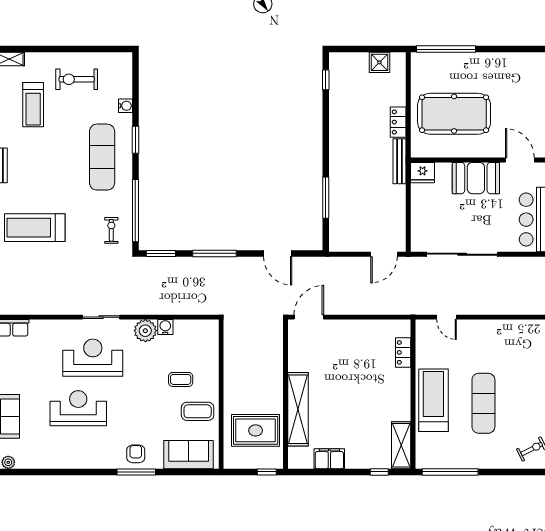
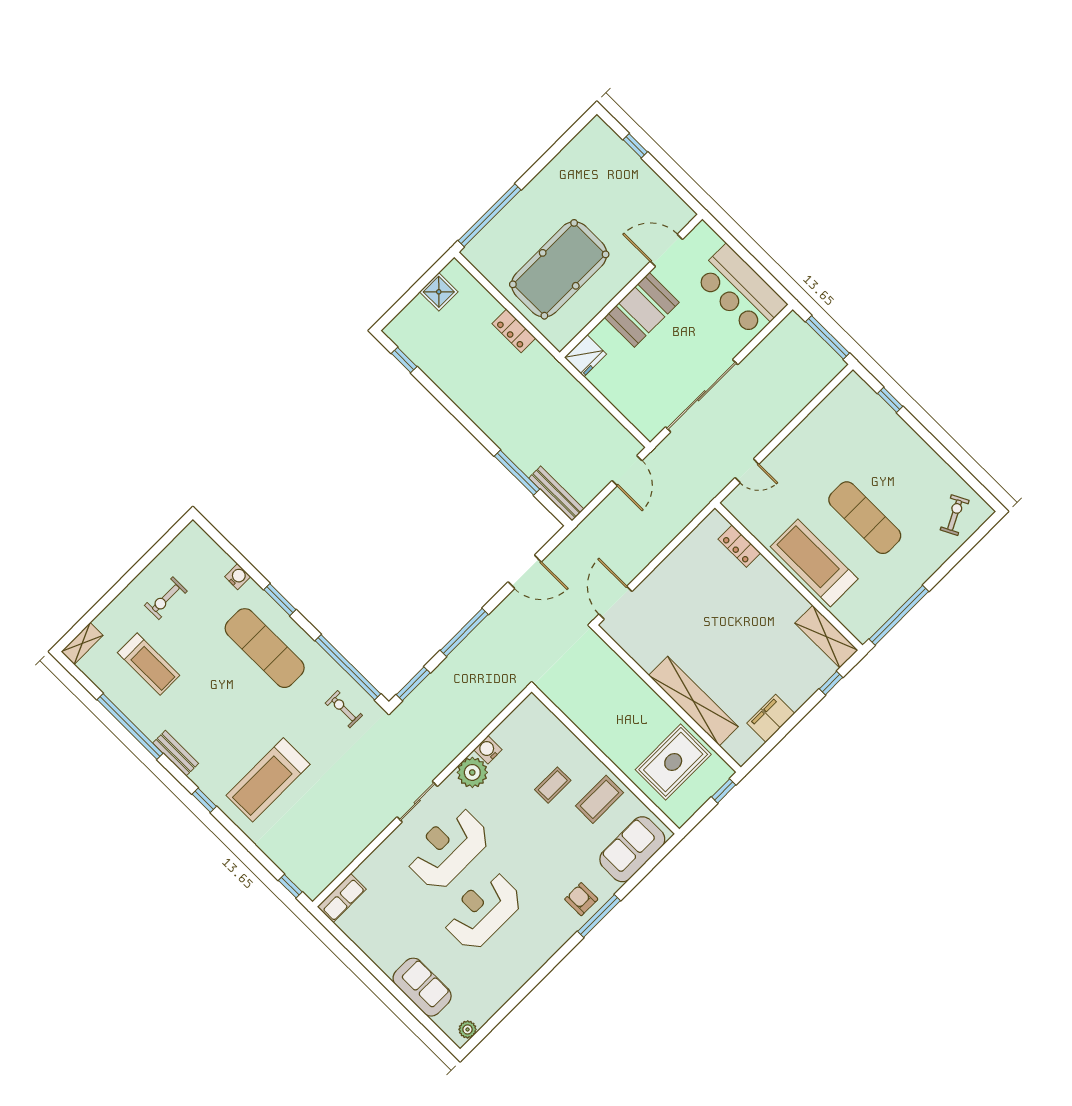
exercise bike: (77, 79) -> (166, 598), width x0.73, depth x0.72
bench: (400, 161) -> (556, 494), moved

